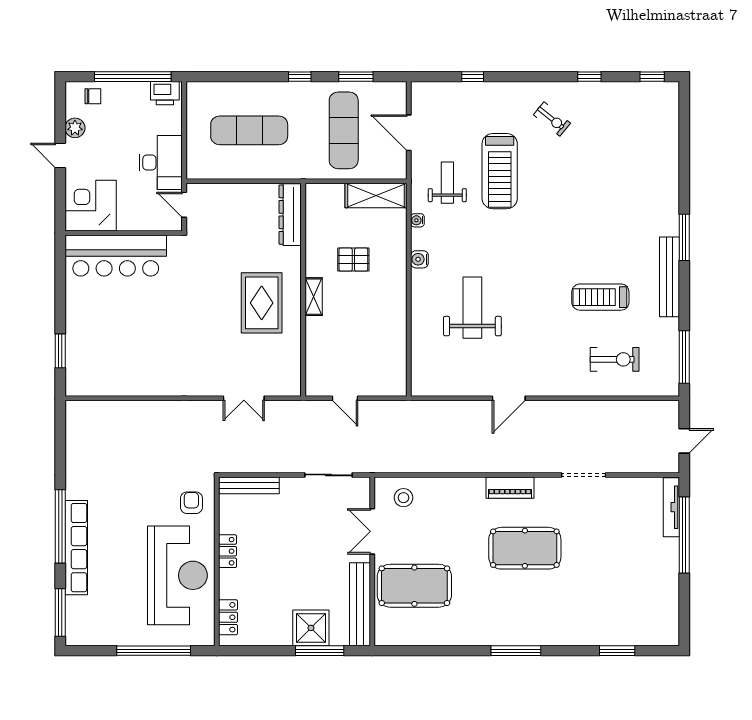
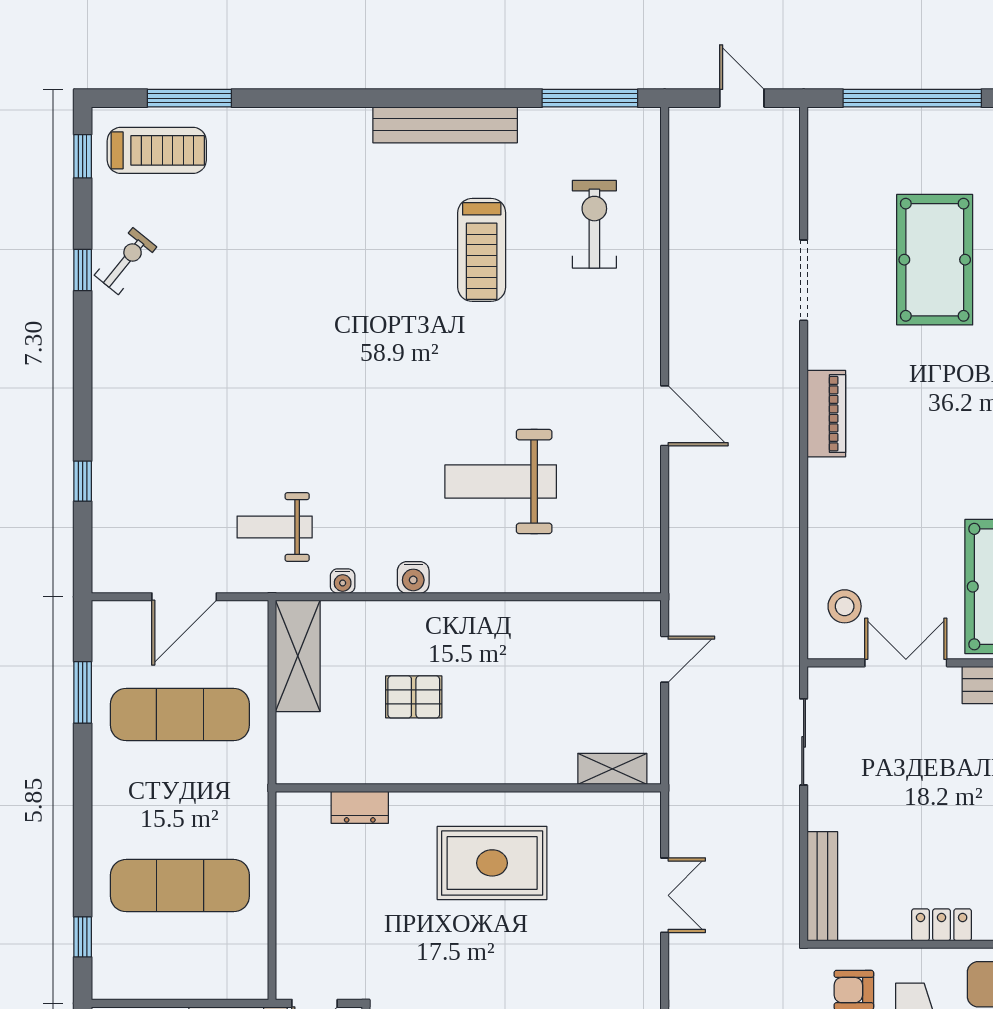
window: (300, 77) -> (83, 937), moved
exercise bike: (552, 119) -> (126, 261), moved
exercise mat: (249, 130) -> (180, 886), turned 90
treadmill: (500, 171) -> (157, 150), moved, width x0.73, depth x0.73
dresser: (290, 215) -> (360, 807), width x0.51, depth x0.80
window: (684, 237) -> (189, 98), moved
pallet: (353, 260) -> (414, 697), turned 90
shelving: (314, 297) -> (612, 769), moved
door: (345, 398) -> (665, 659), moved
tv unit: (671, 507) -> (862, 121), removed
double door: (372, 531) -> (906, 663), swing flipped
pool table: (525, 548) -> (935, 260), moved

